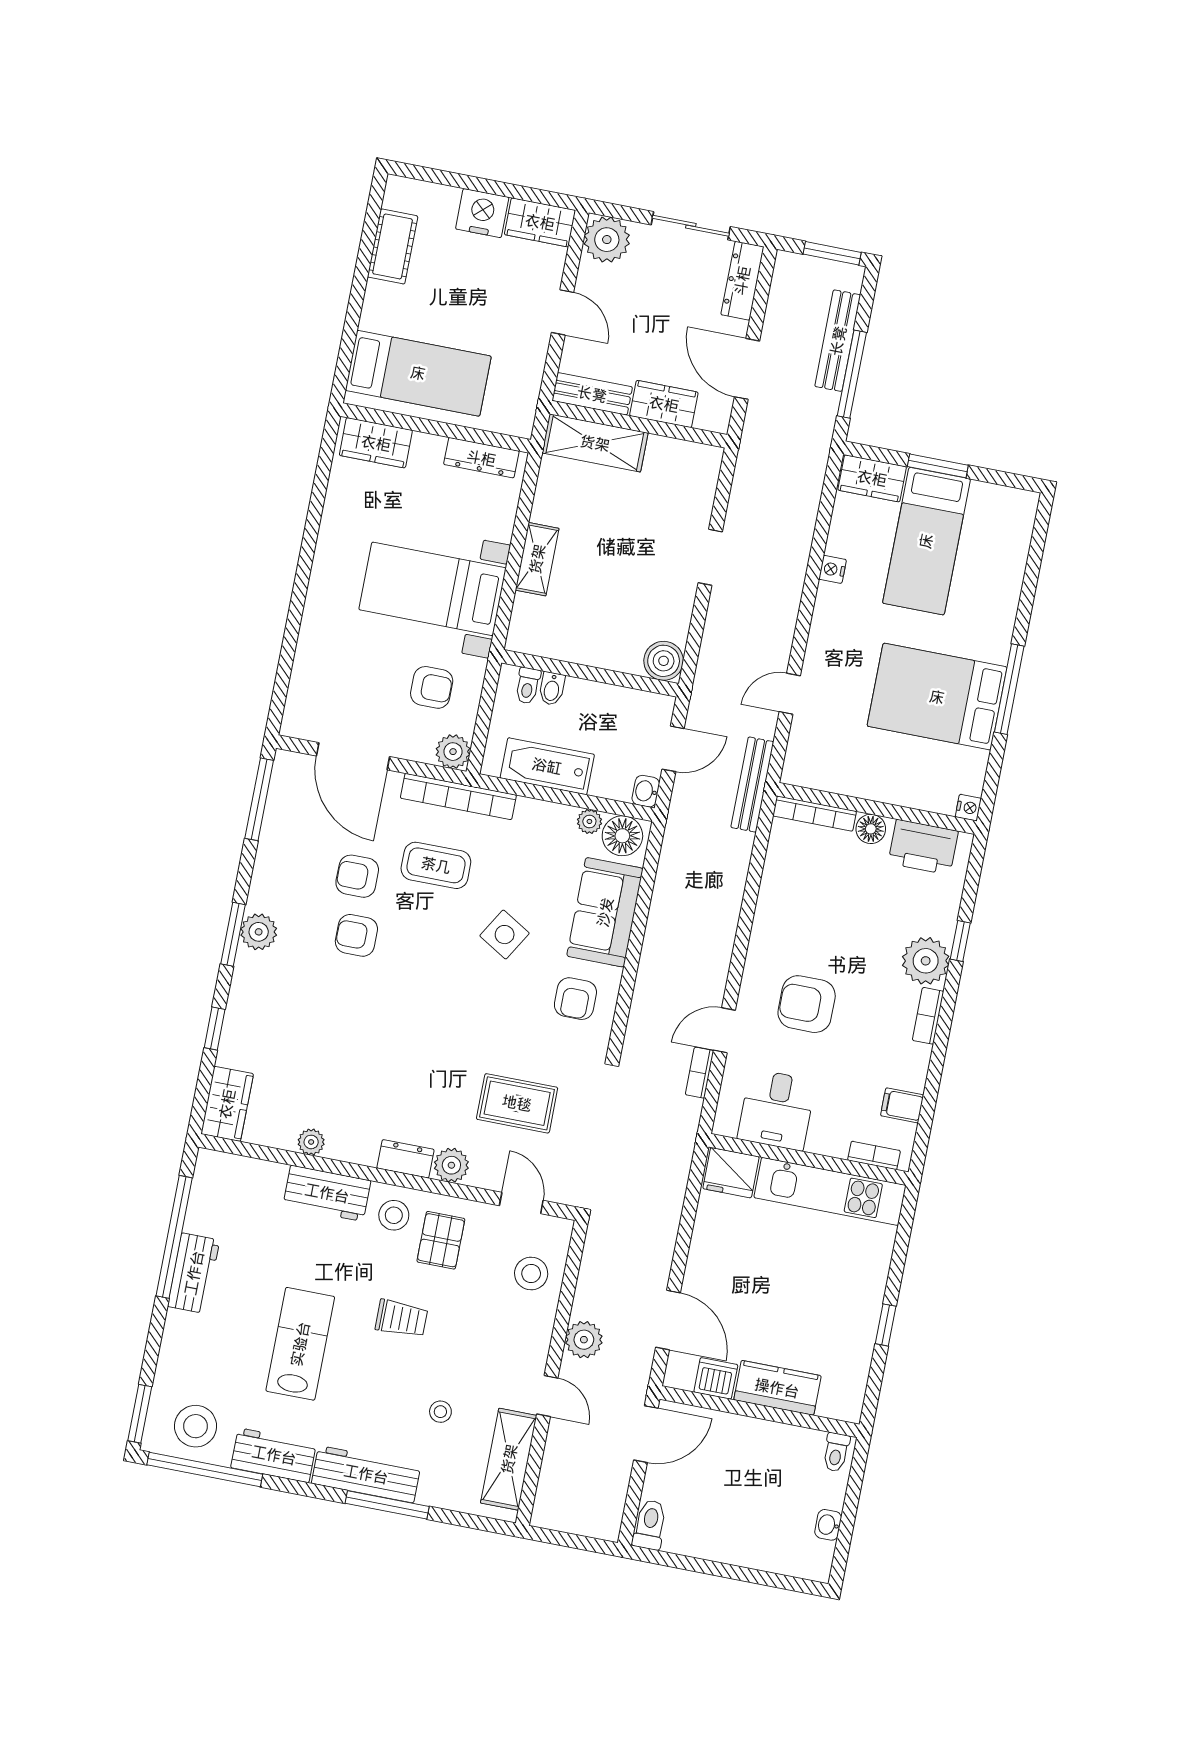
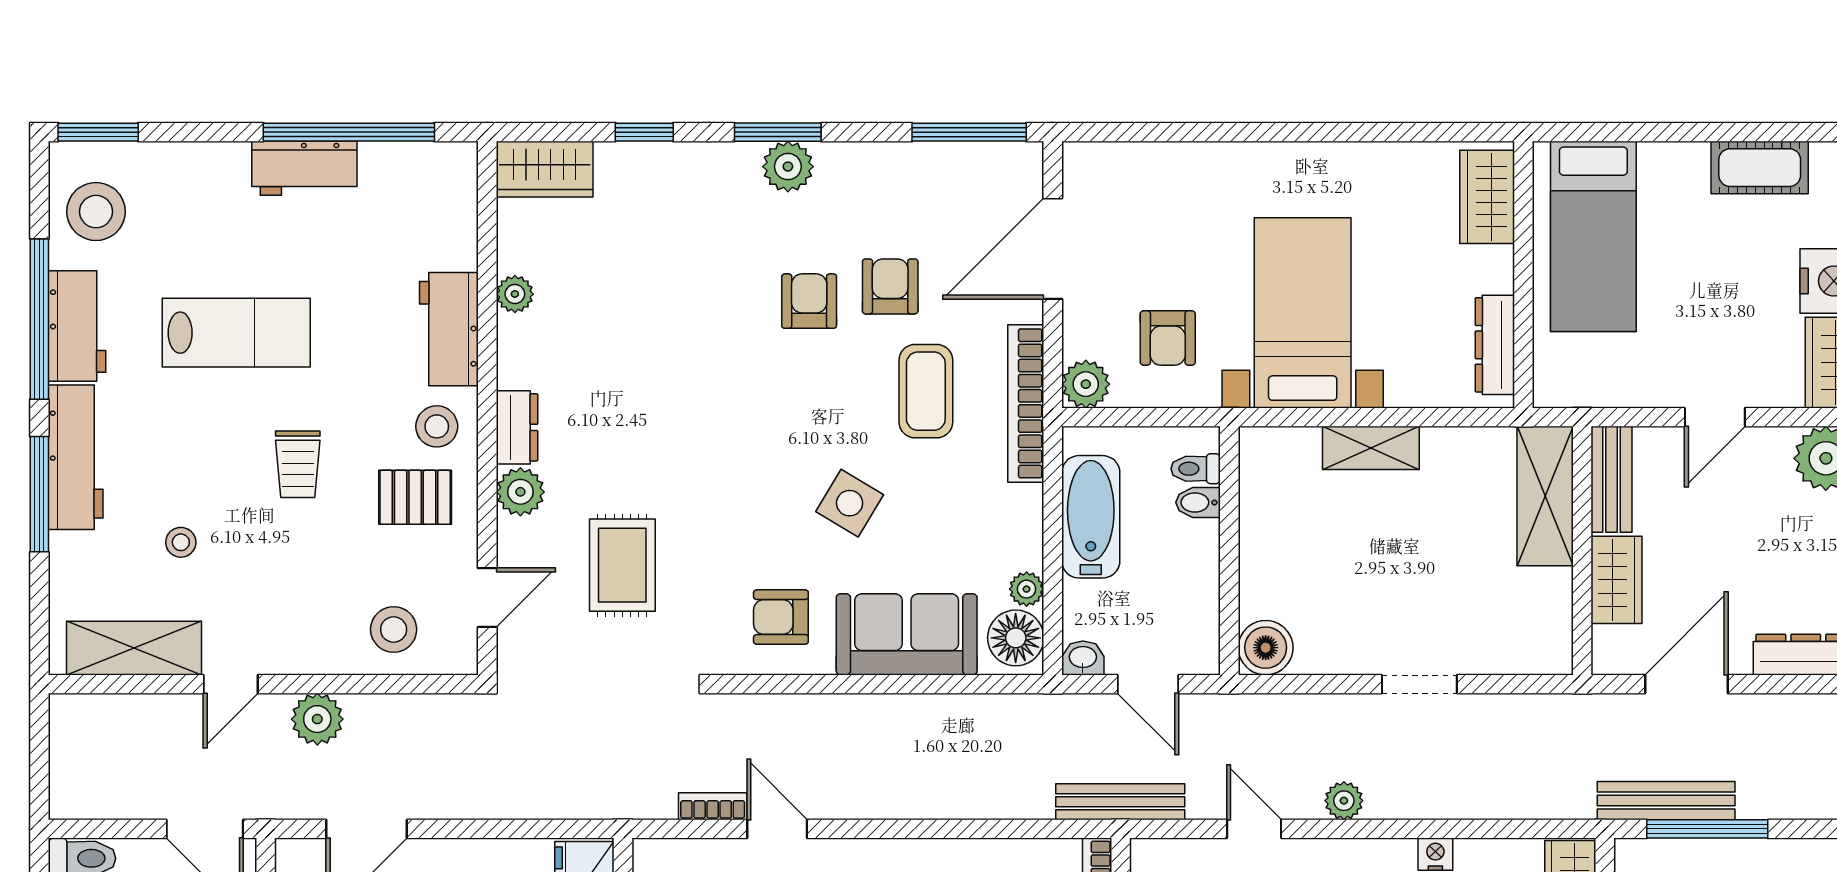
bench: (838, 341) -> (1666, 801), moved
plant: (782, 627) -> (1344, 801), added
window: (205, 1469) -> (39, 319), moved

